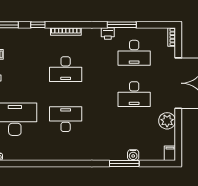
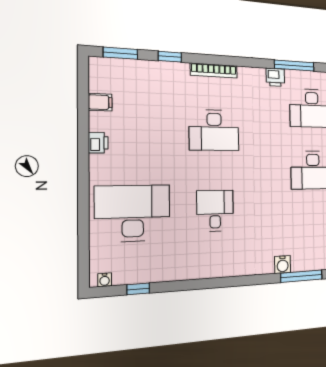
desk: (66, 119) -> (215, 211), width x0.73
water cooler: (133, 155) -> (283, 265), moved
window: (18, 163) -> (138, 289), added

